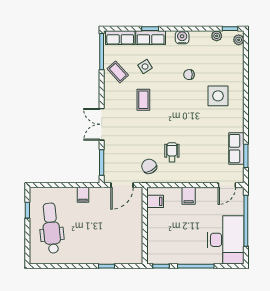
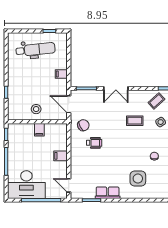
double door: (102, 124) -> (116, 88), swing flipped
row of seats: (236, 149) -> (108, 193), moved
filing cabinet: (155, 201) -> (39, 130), moved
stool: (128, 227) -> (36, 109), added

